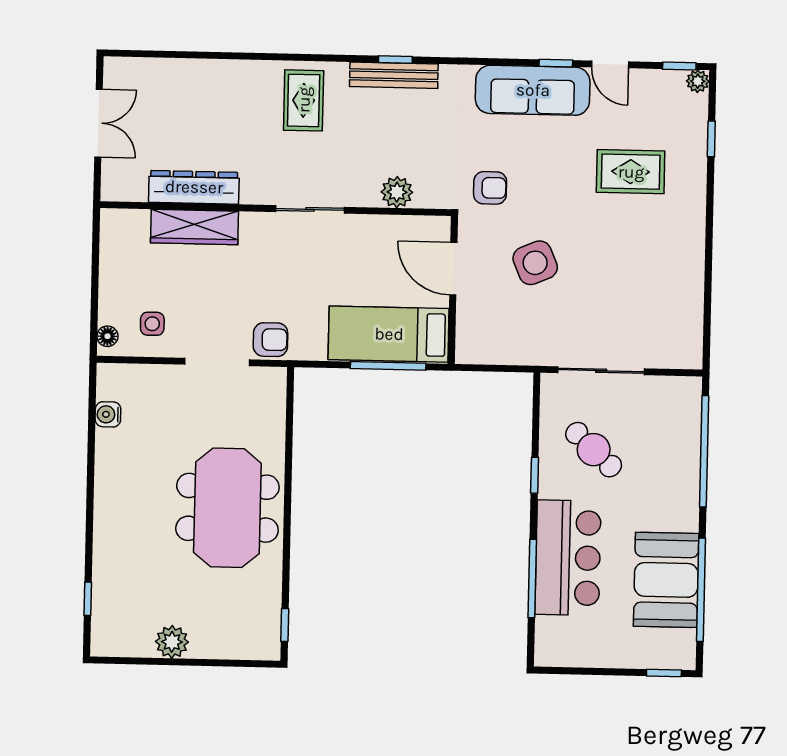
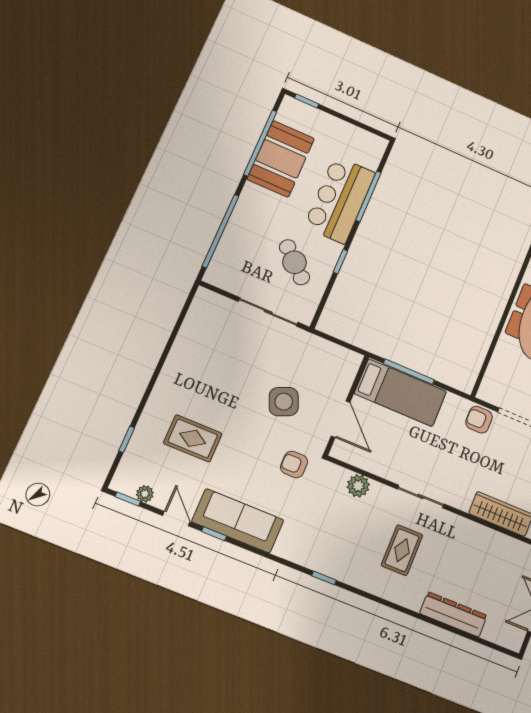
bench: (394, 75) -> (329, 567), removed
plant: (698, 81) -> (145, 494), moved
rug: (304, 100) -> (402, 550), moved
dresser: (194, 187) -> (453, 614), moved, turned 180

